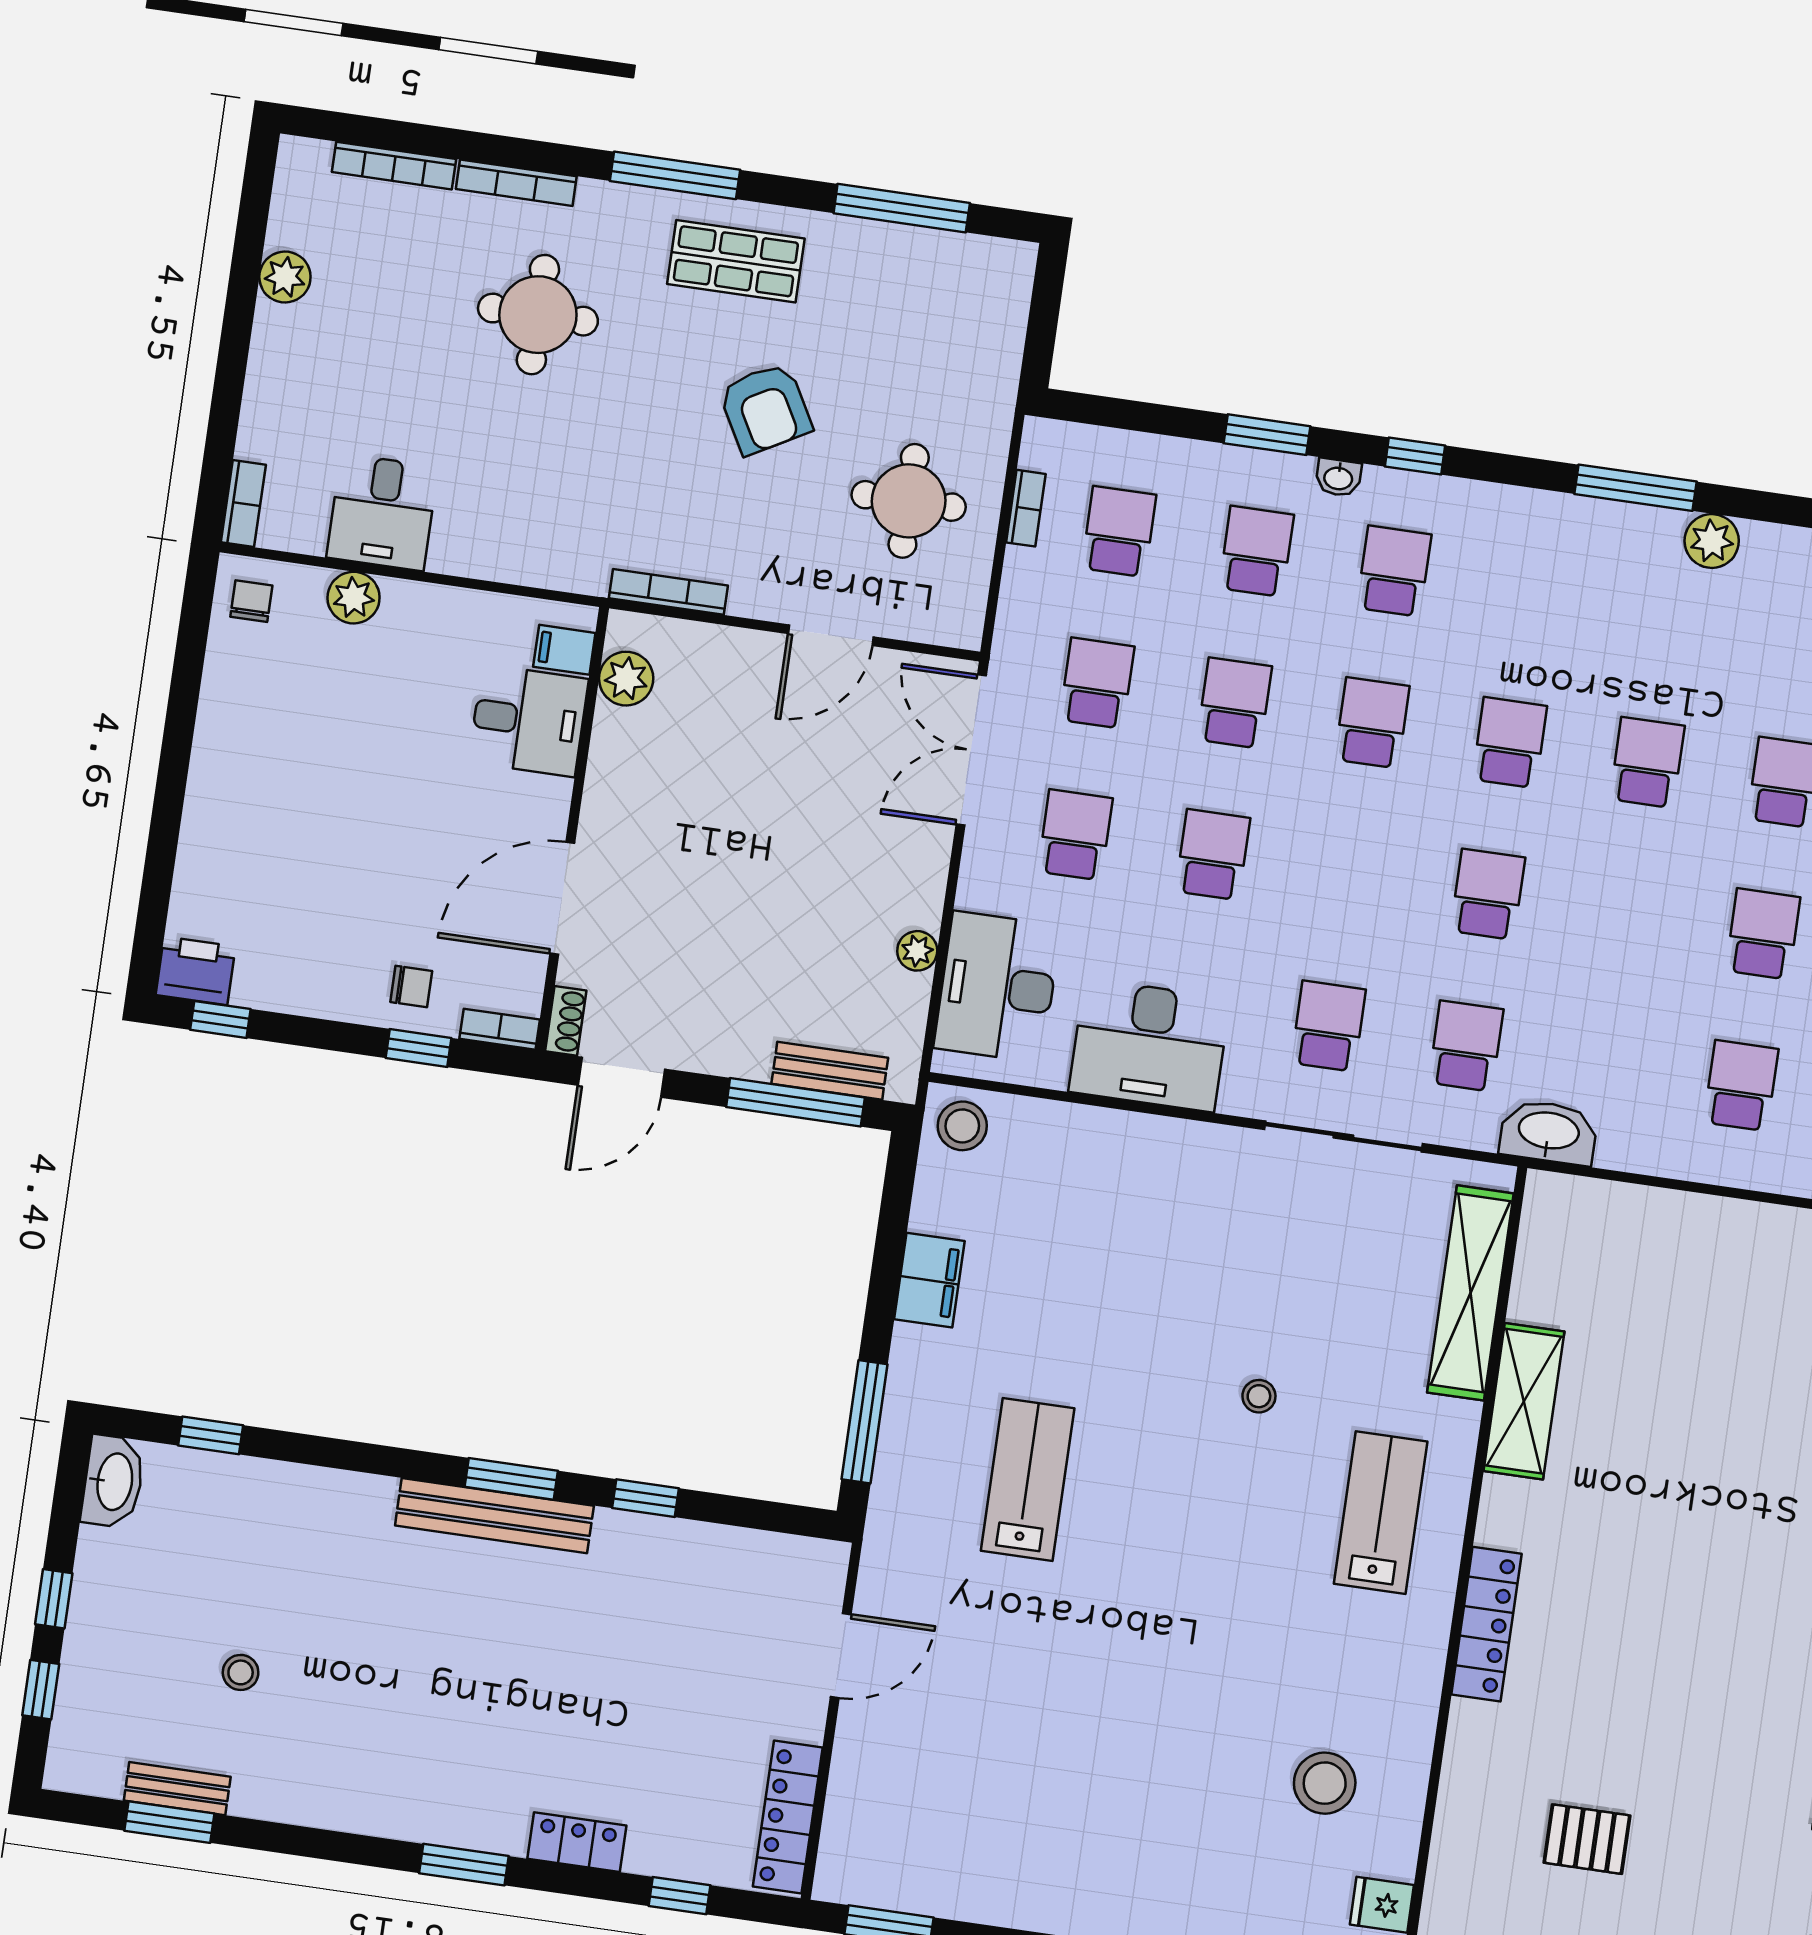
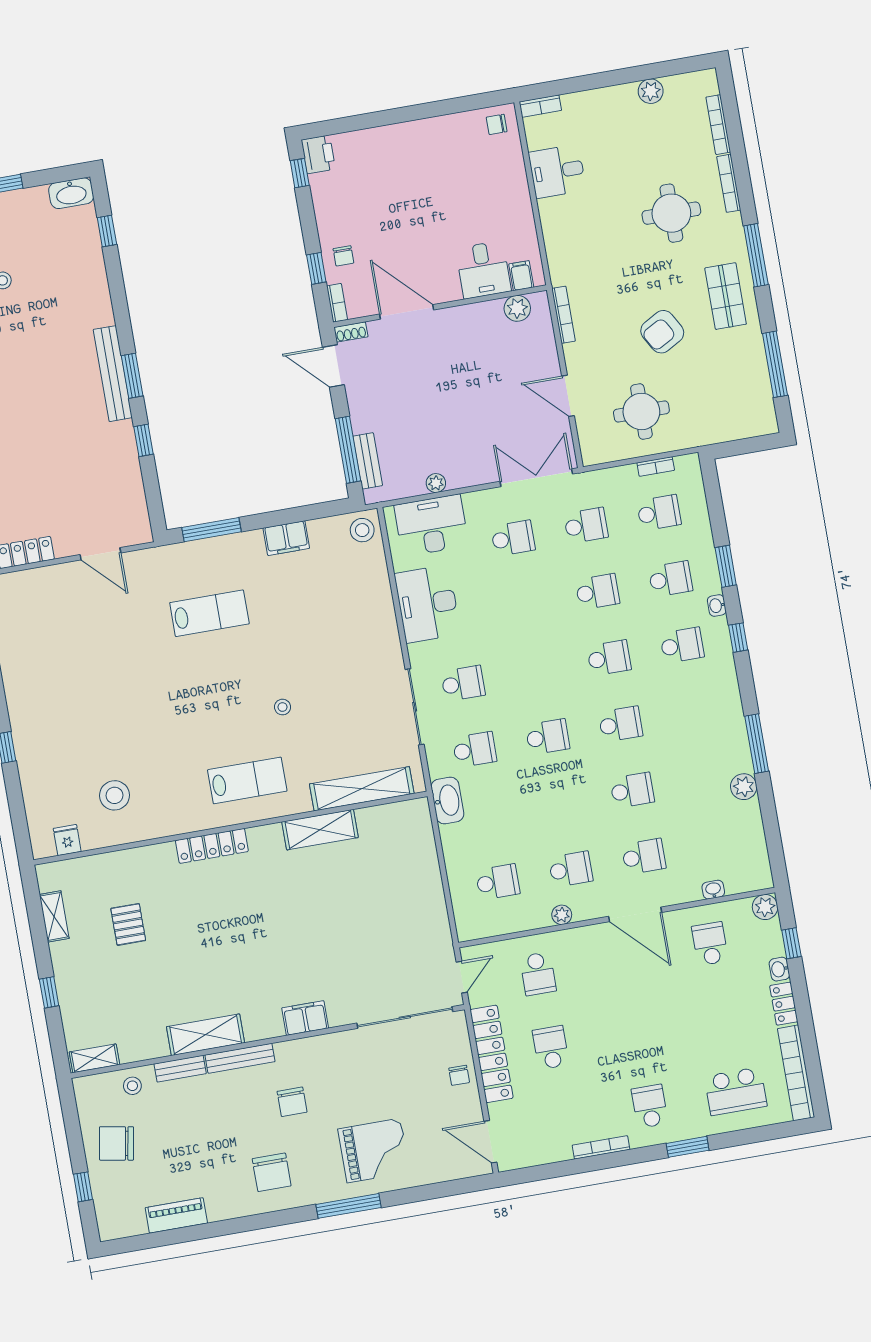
plant: (354, 598) -> (514, 171), removed
chair: (251, 601) -> (497, 124), turned 180
school desk: (1213, 855) -> (524, 604), removed

